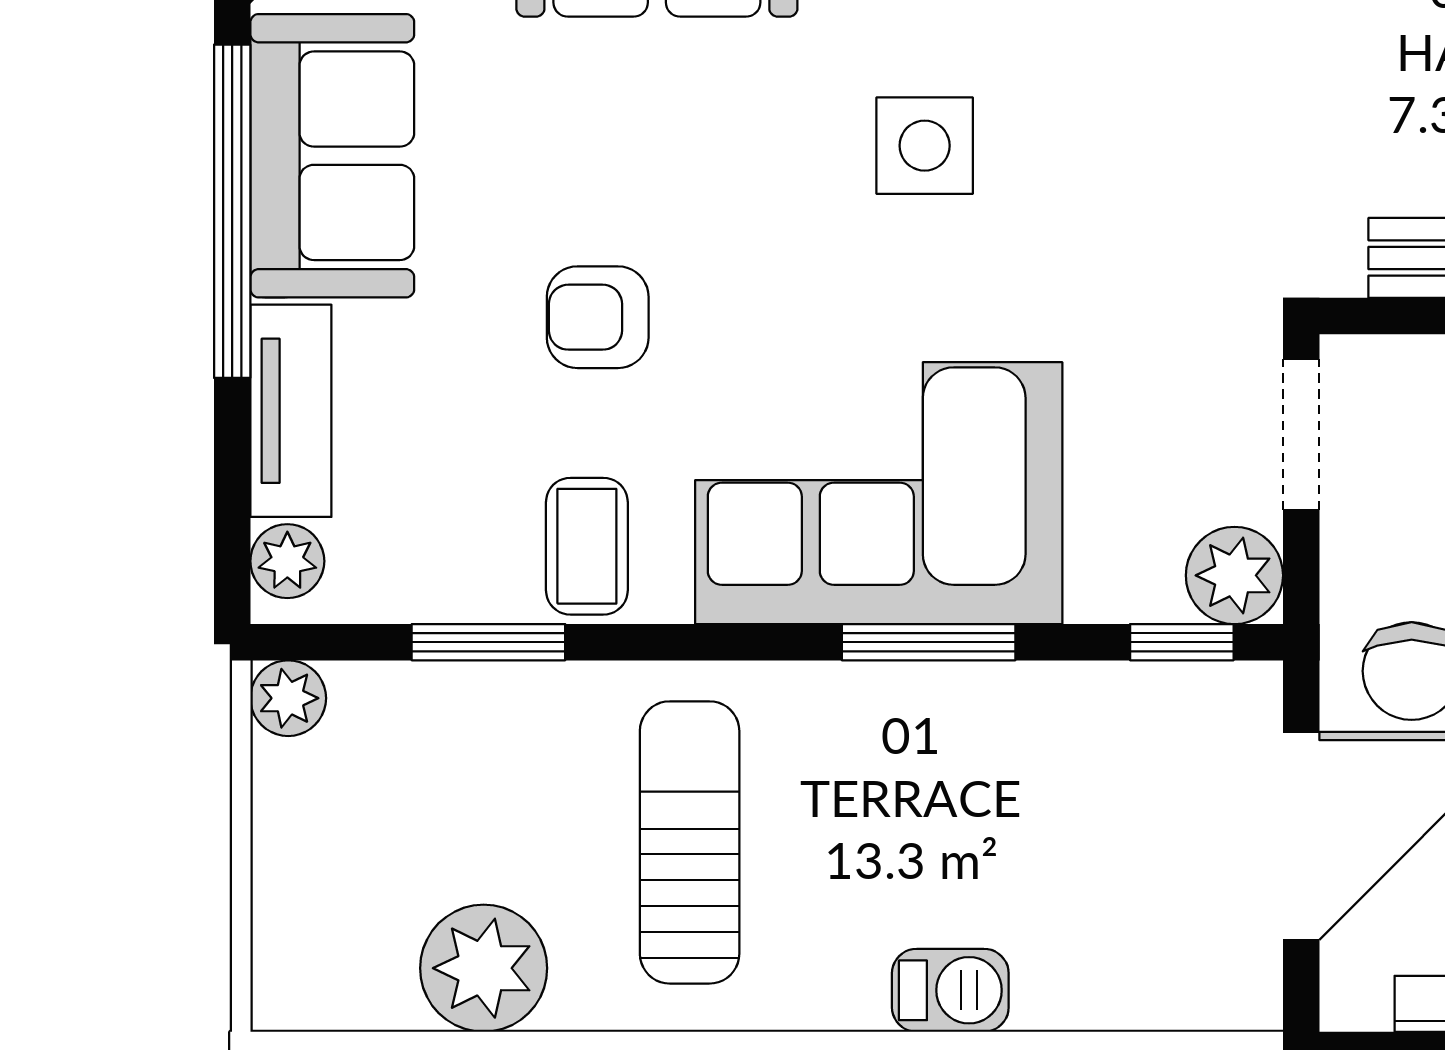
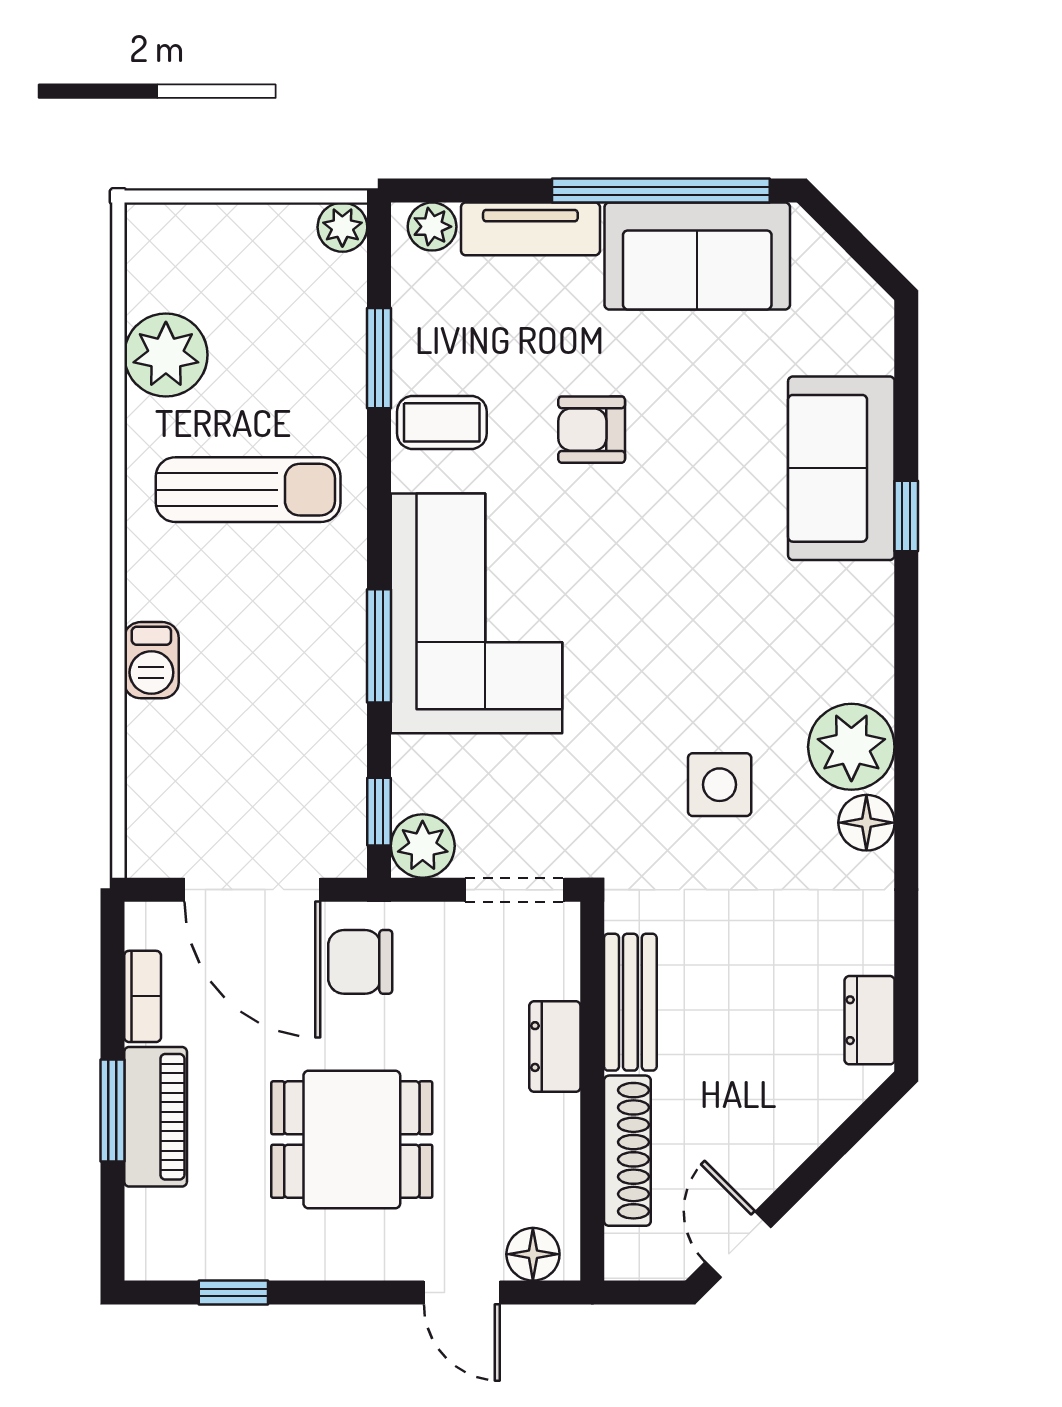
side table: (925, 146) -> (720, 785), moved
armchair: (598, 317) -> (592, 430), turned -90

